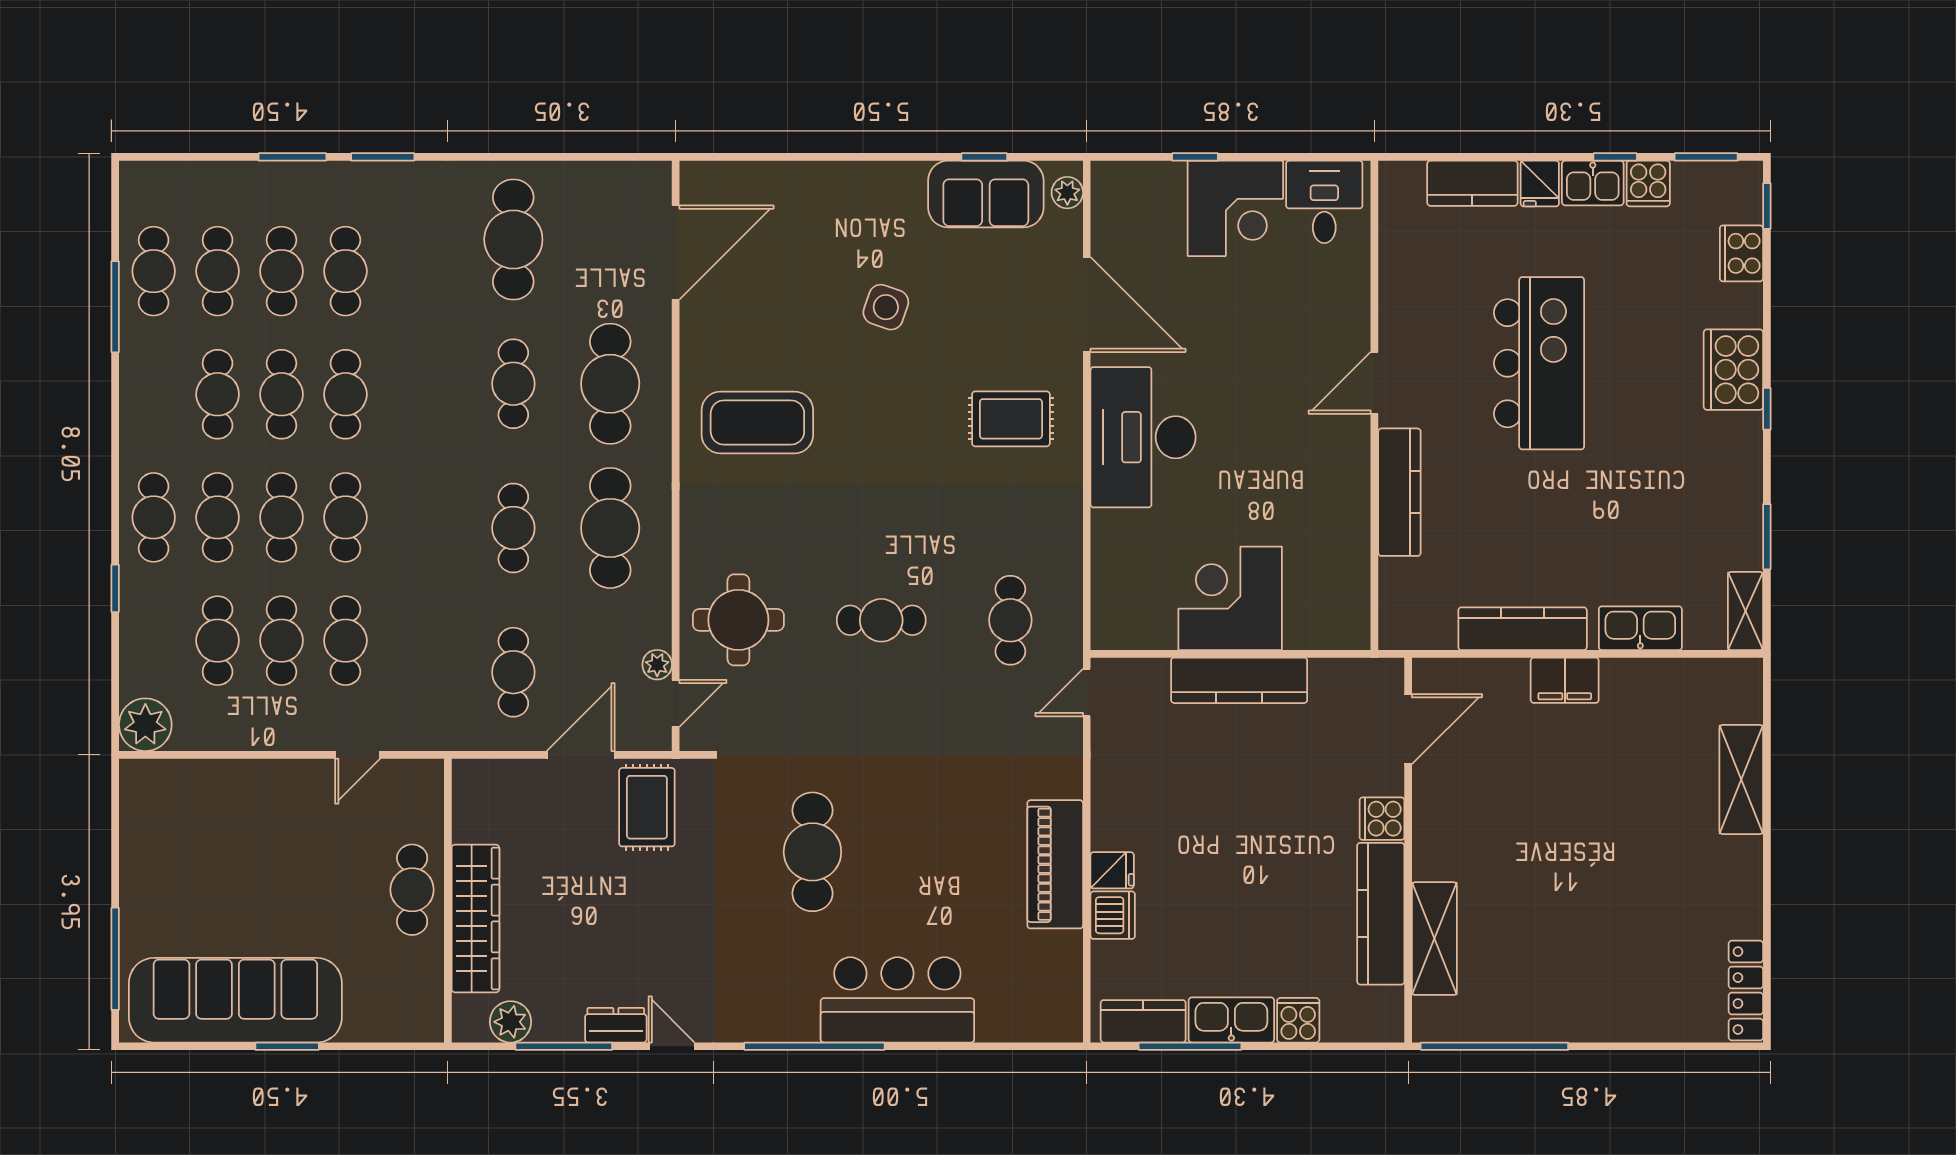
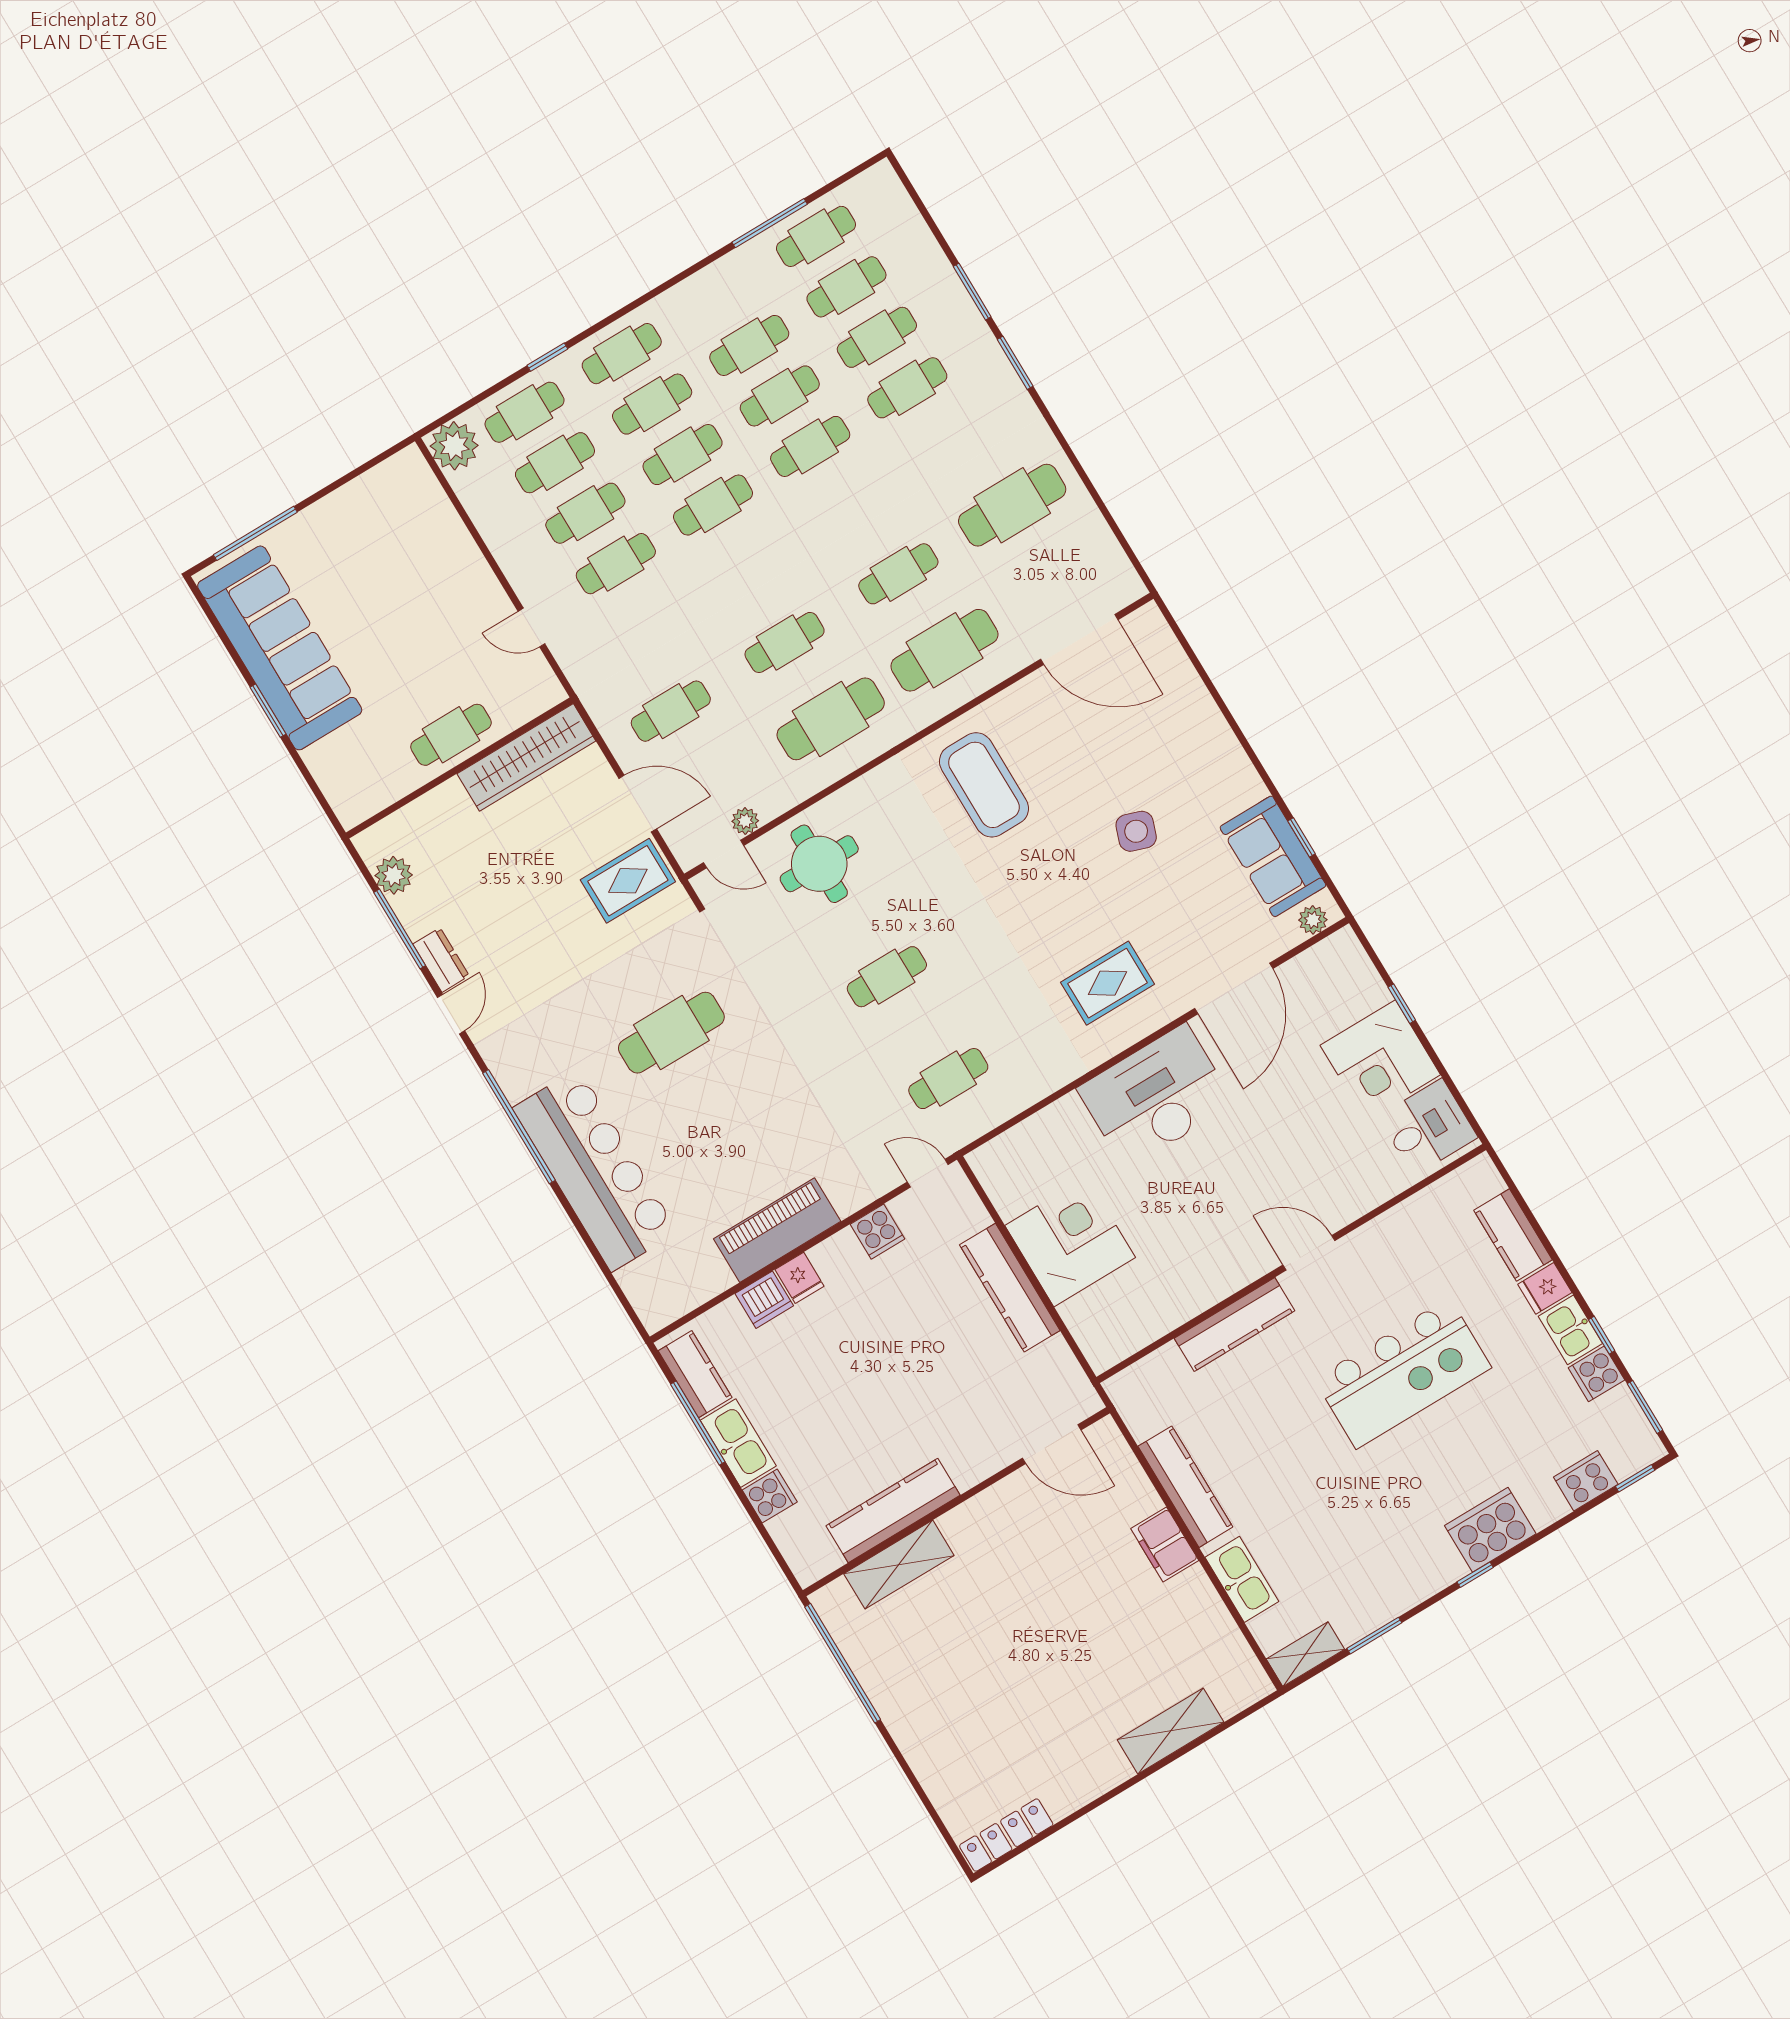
rug: (1011, 419) -> (1107, 983), turned 90
cafe table: (881, 620) -> (887, 977), turned 90
cafe table: (154, 641) -> (525, 412), added
cooker: (1382, 819) -> (878, 1232), moved, turned 180
wardrobe: (475, 919) -> (526, 757), moved
bar counter: (897, 1000) -> (595, 1170), width x1.36

